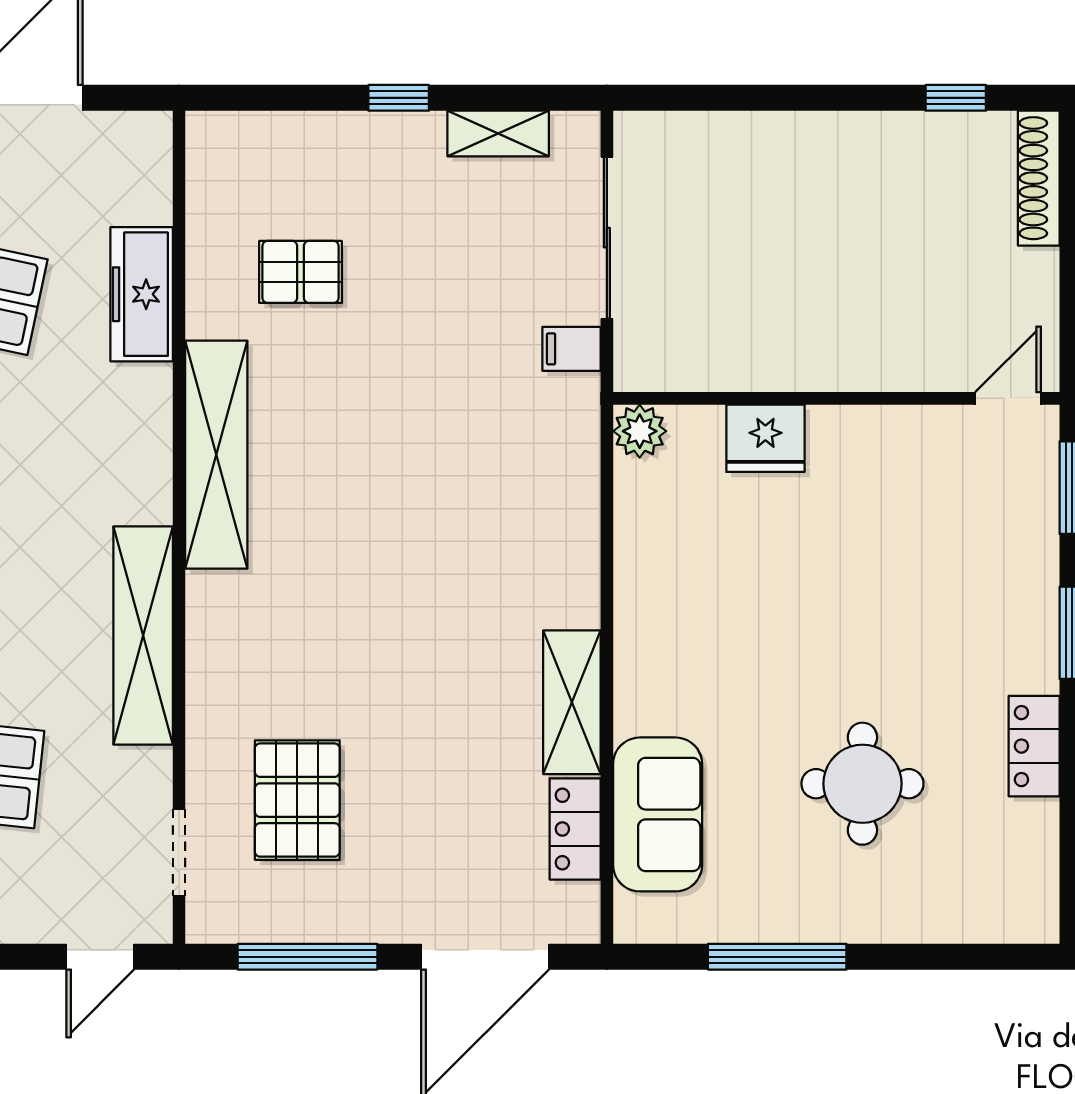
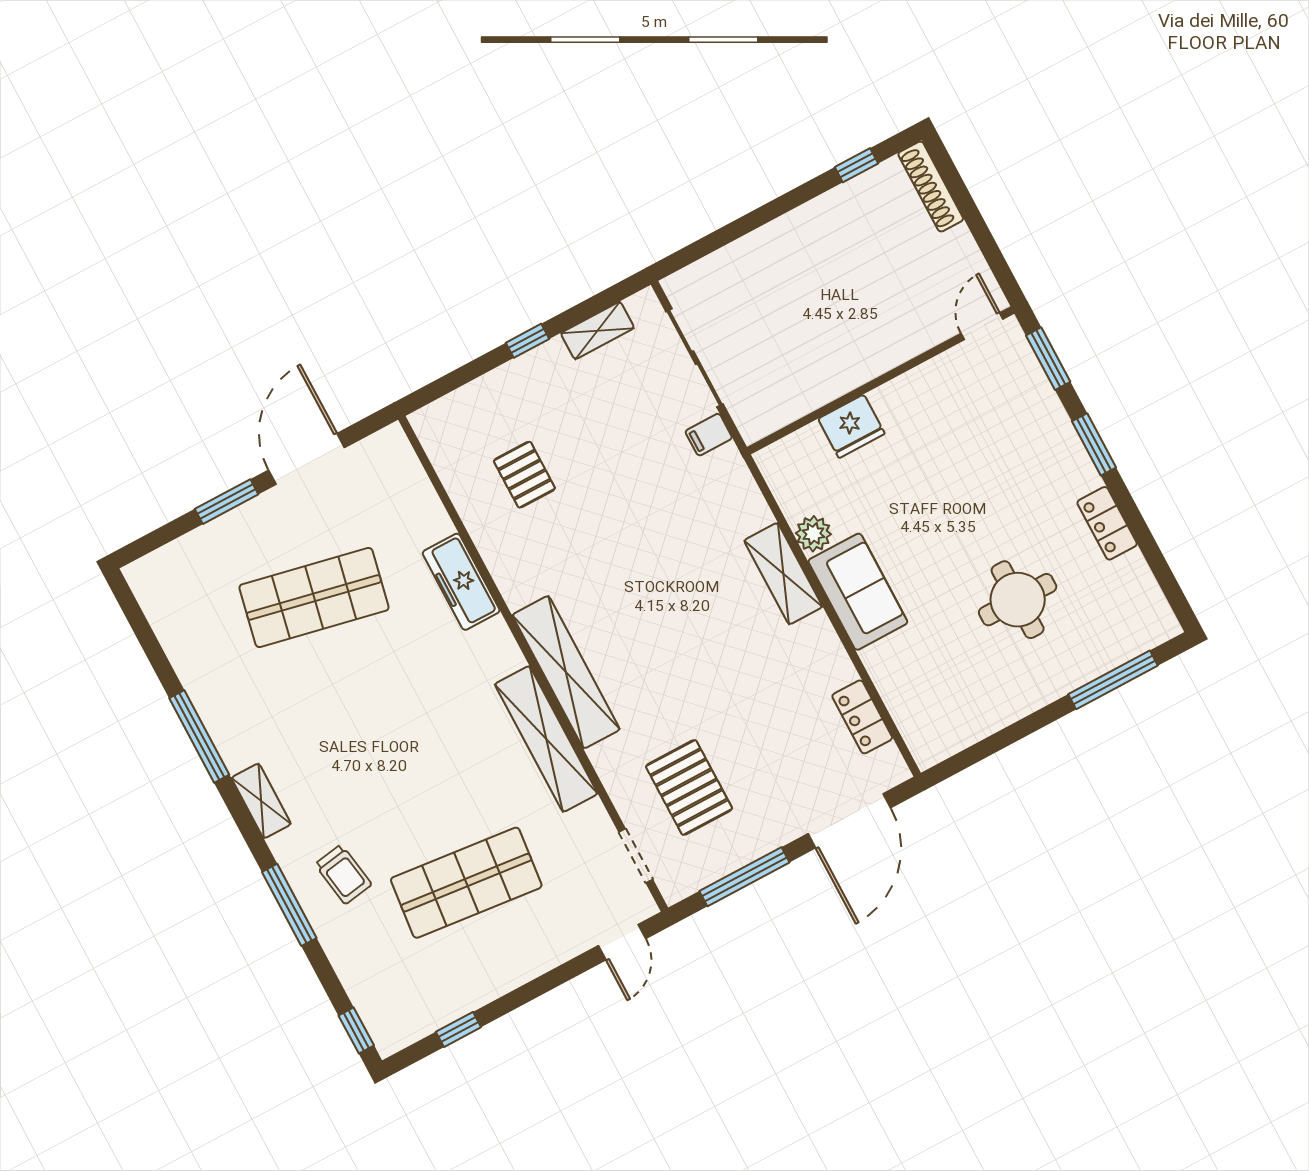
pallet: (300, 272) -> (524, 475), turned 90
freezer: (142, 294) -> (461, 582), moved
plant: (640, 431) -> (813, 534), moved
shelving: (216, 455) -> (566, 672), moved
shelving: (572, 702) -> (783, 574), moved
sofa: (658, 814) -> (858, 592), moved
window: (777, 957) -> (1113, 680), moved

